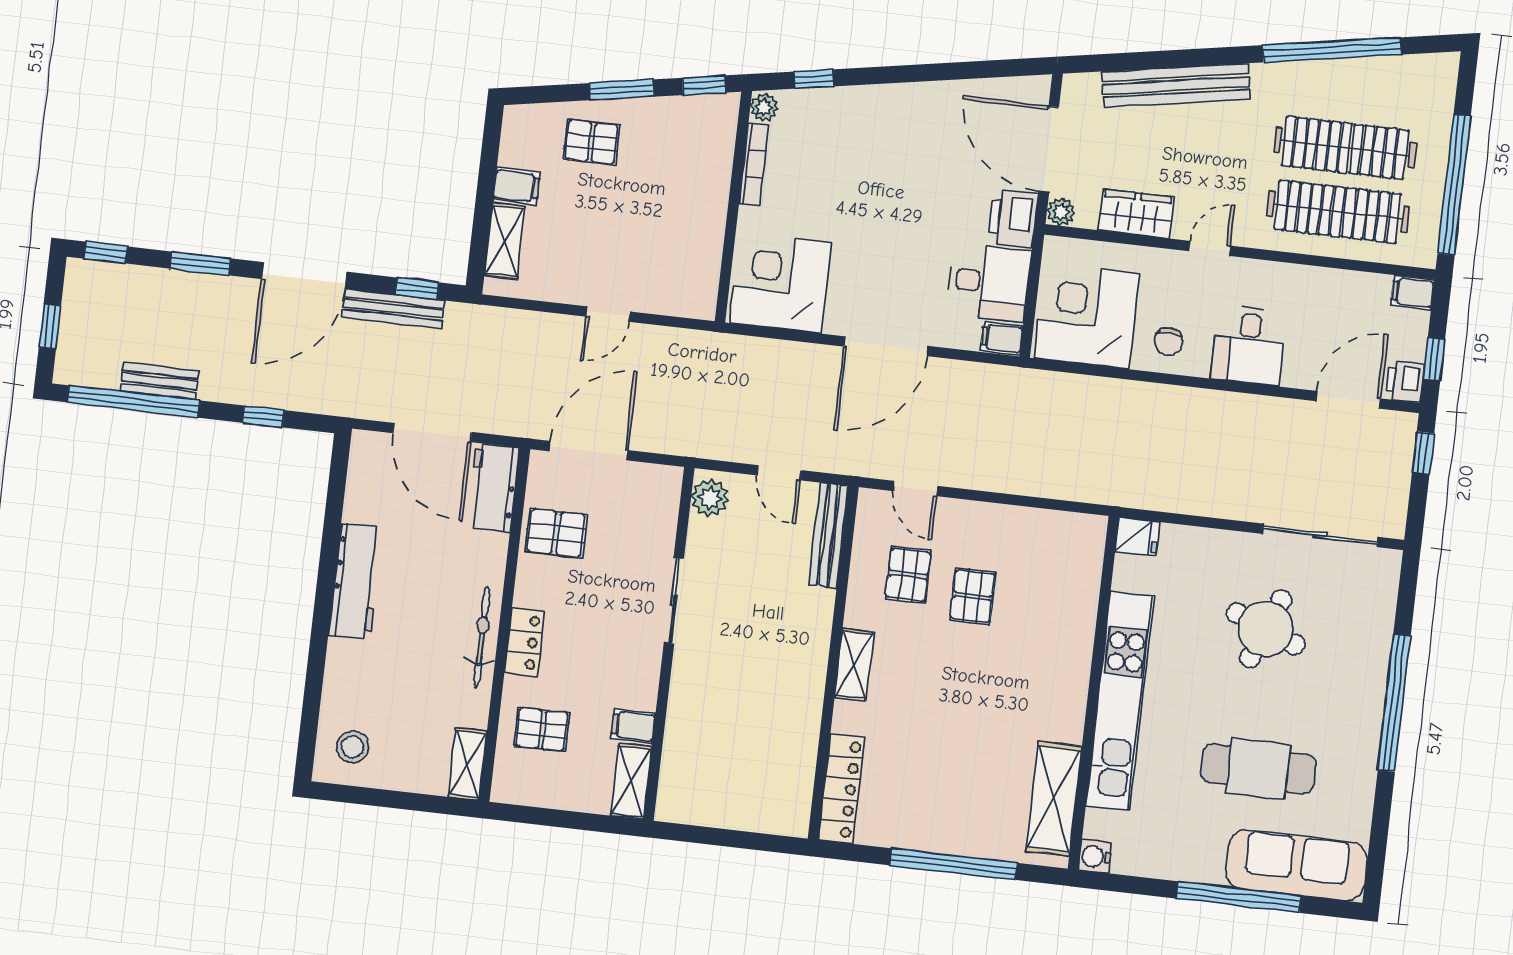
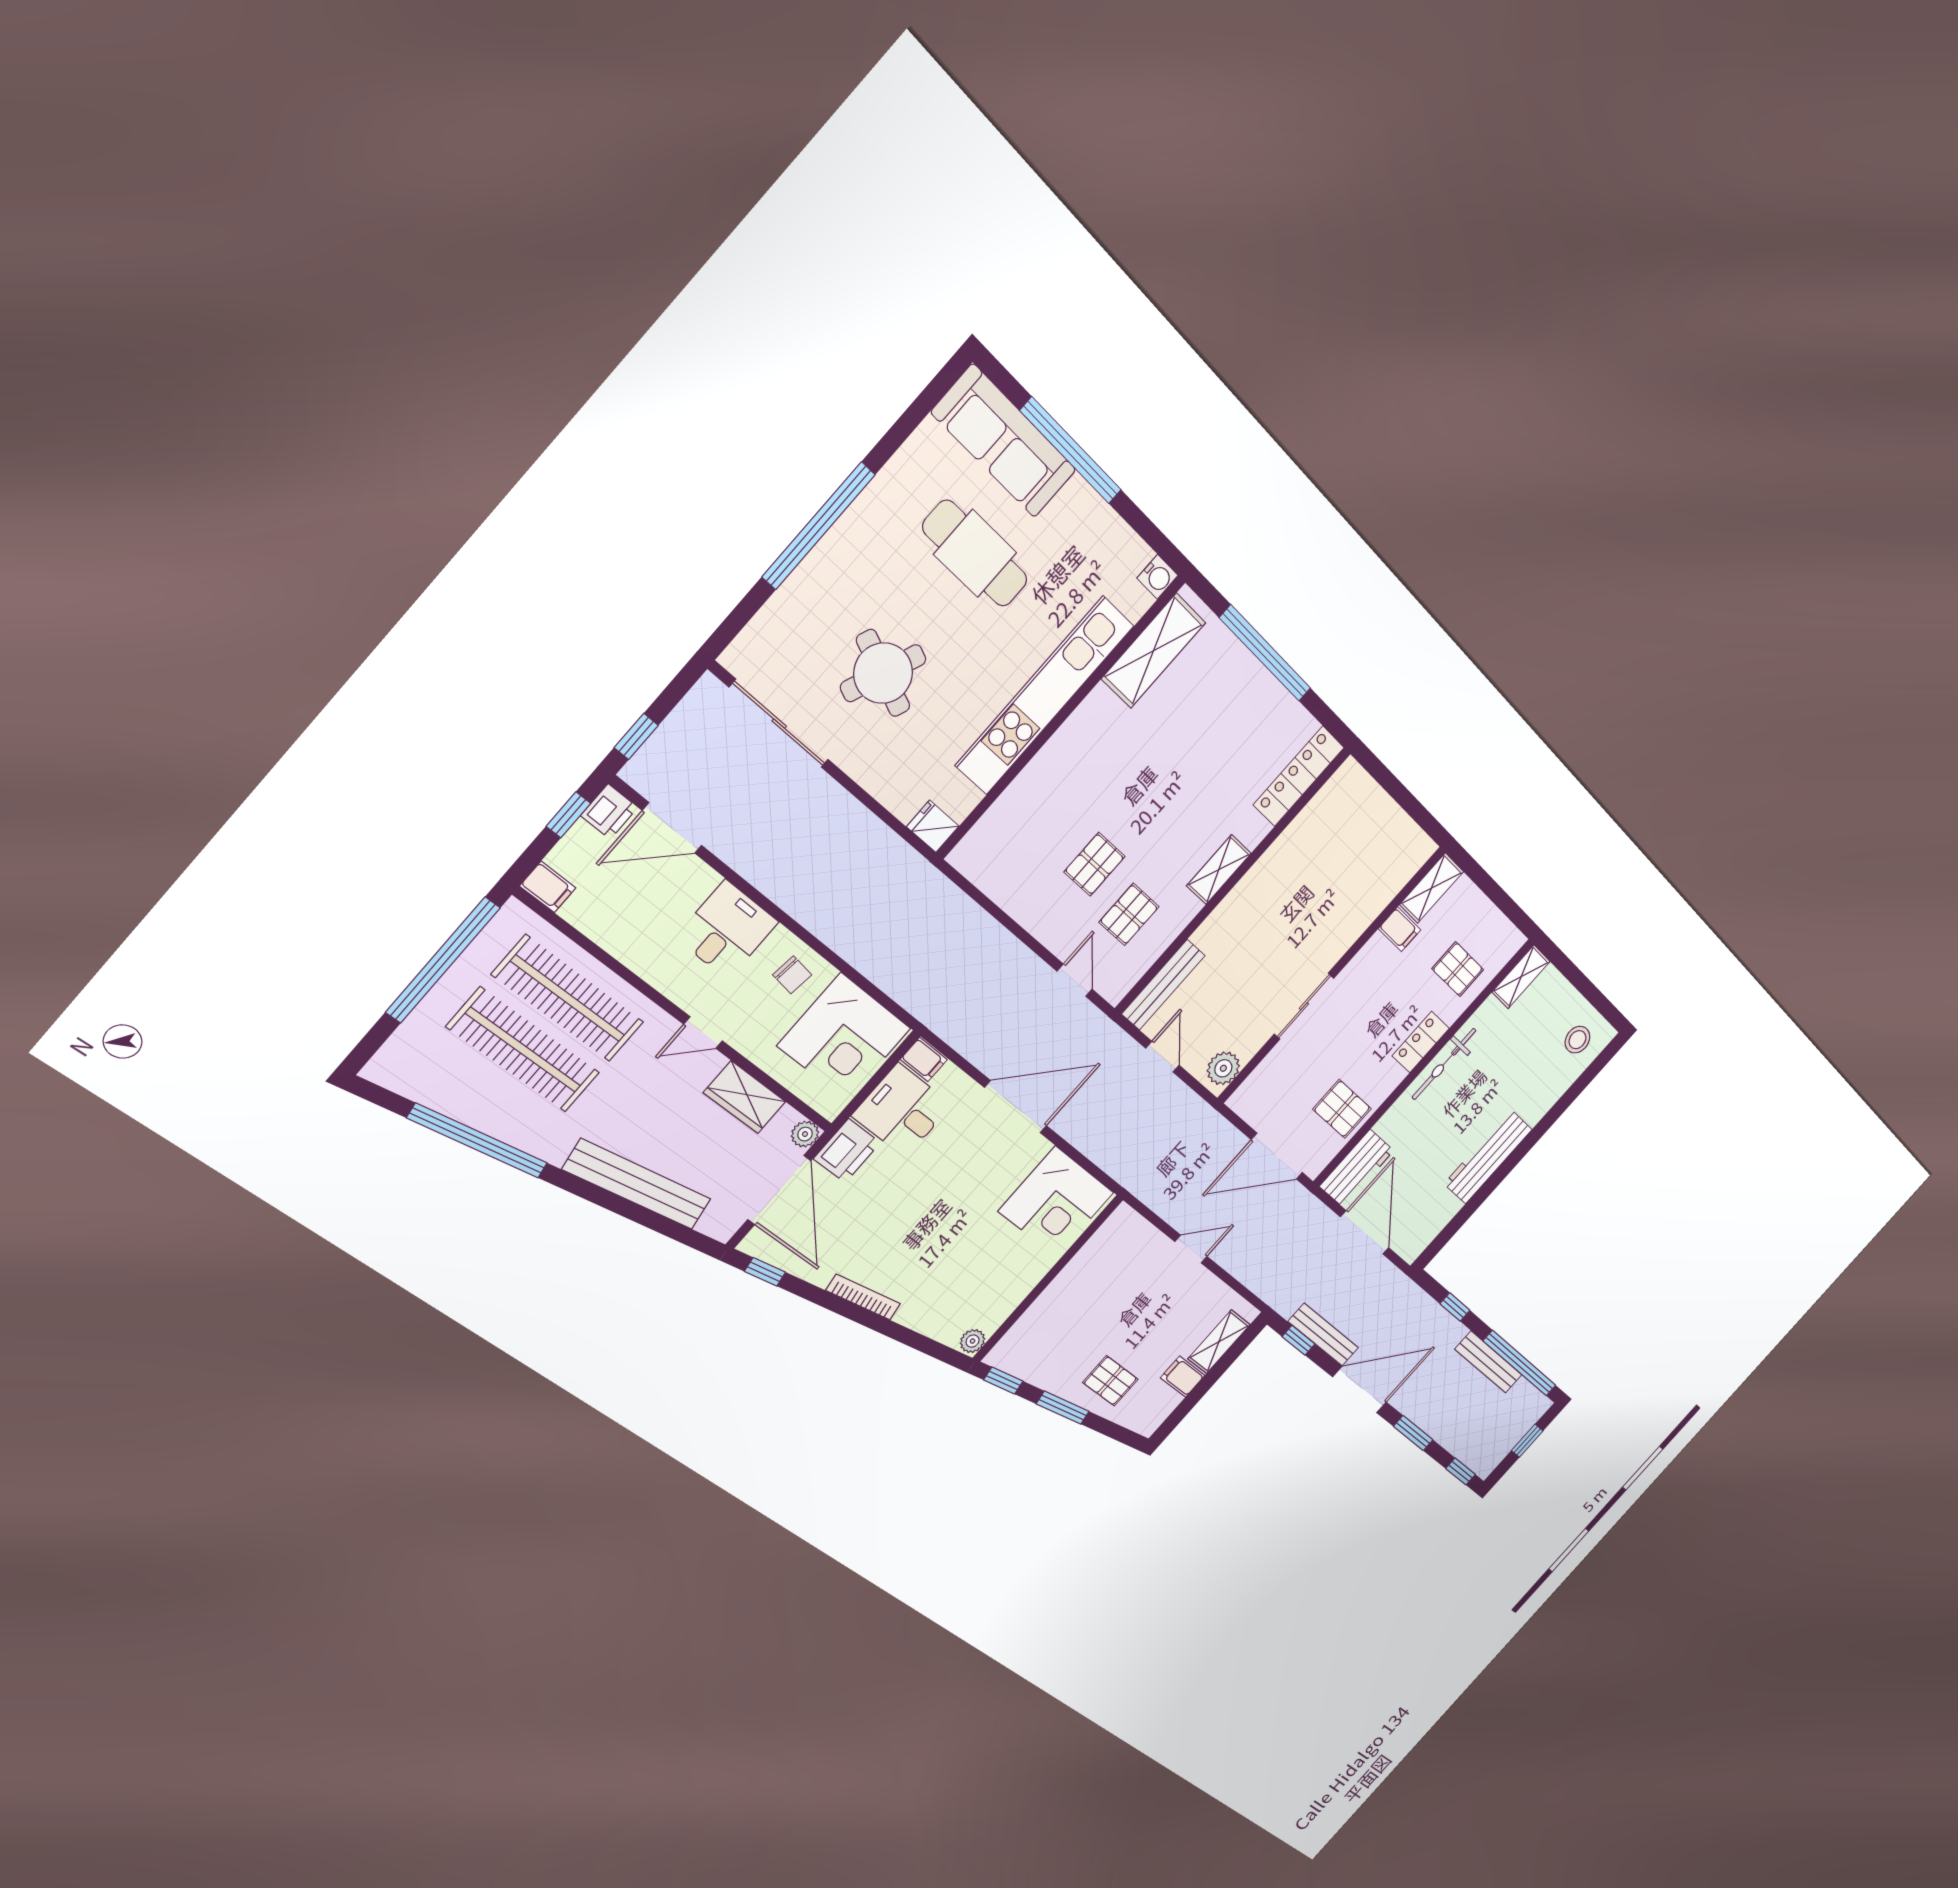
window: (814, 79) -> (765, 1272), moved
bookcase: (754, 164) -> (863, 1297), moved, turned 80
chair: (1168, 342) -> (792, 975), turned 97
bench: (159, 381) -> (1488, 1362), width x1.36

